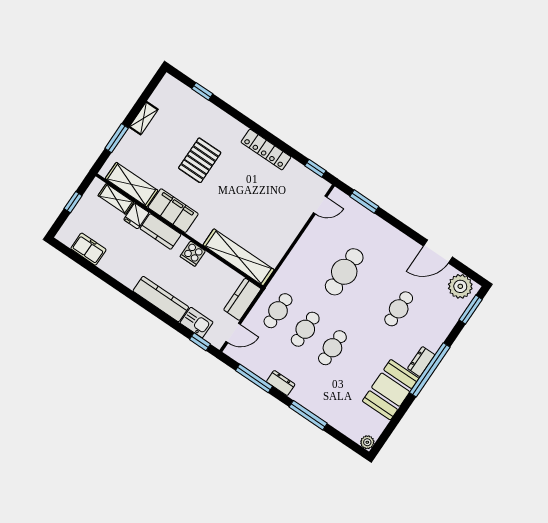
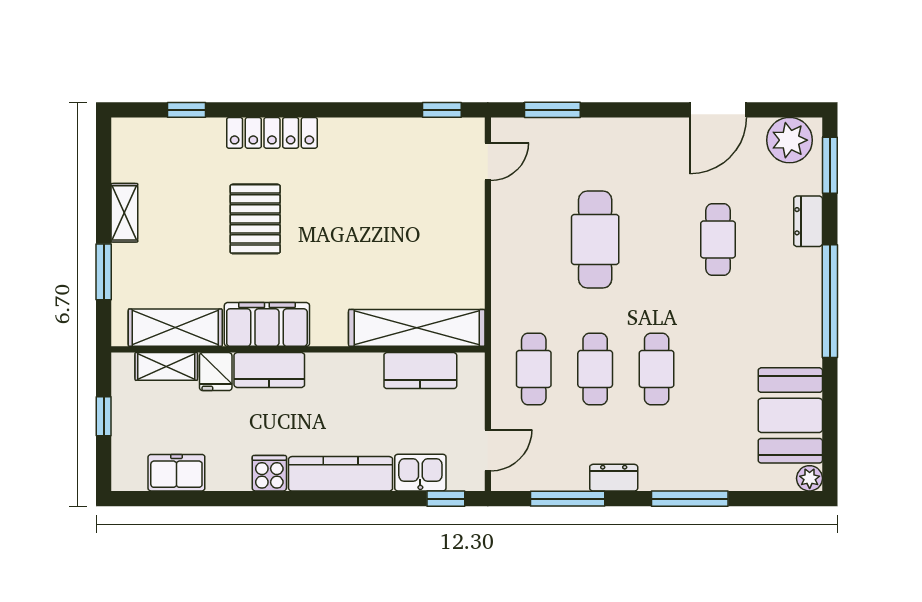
locker: (266, 150) -> (272, 133), moved
cooker: (193, 254) -> (269, 473), moved, turned 180
kitchen counter: (242, 299) -> (420, 371), moved, turned -90
dresser: (421, 362) -> (808, 221), moved
booth: (391, 390) -> (790, 415), moved

